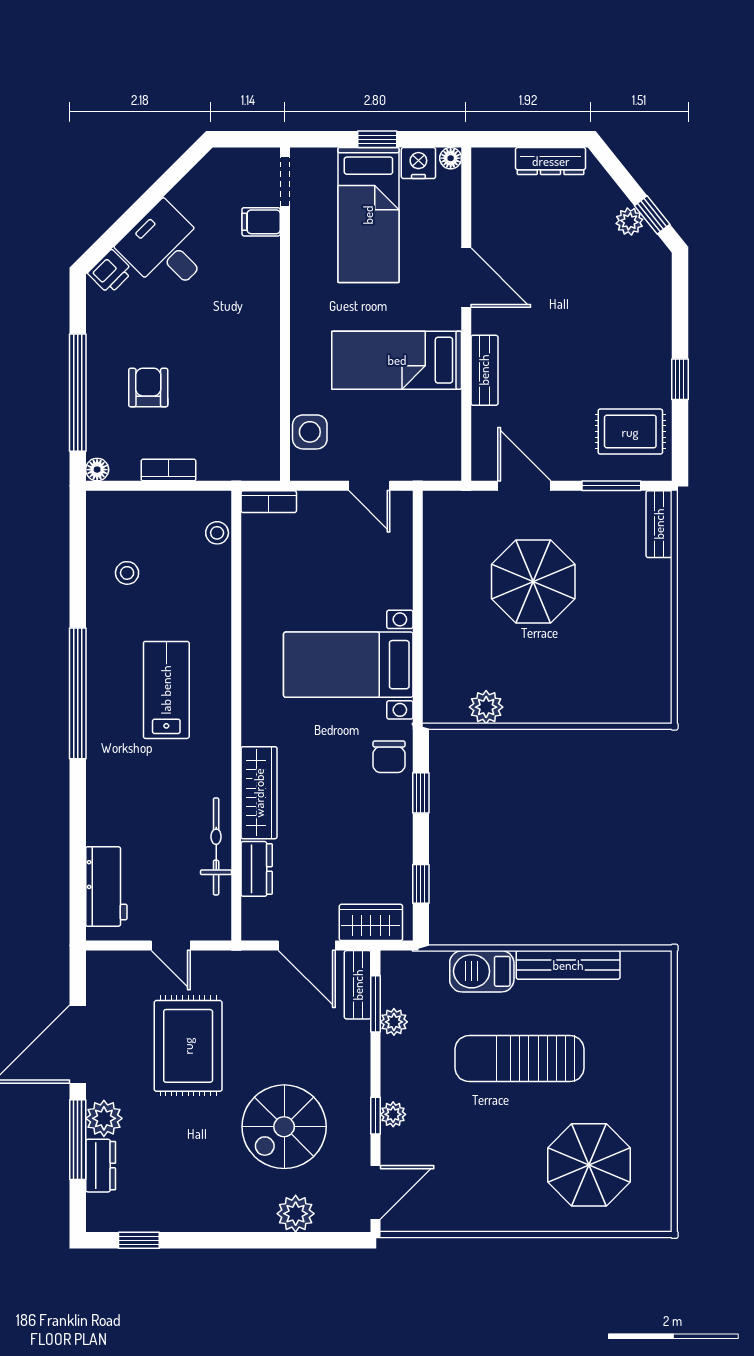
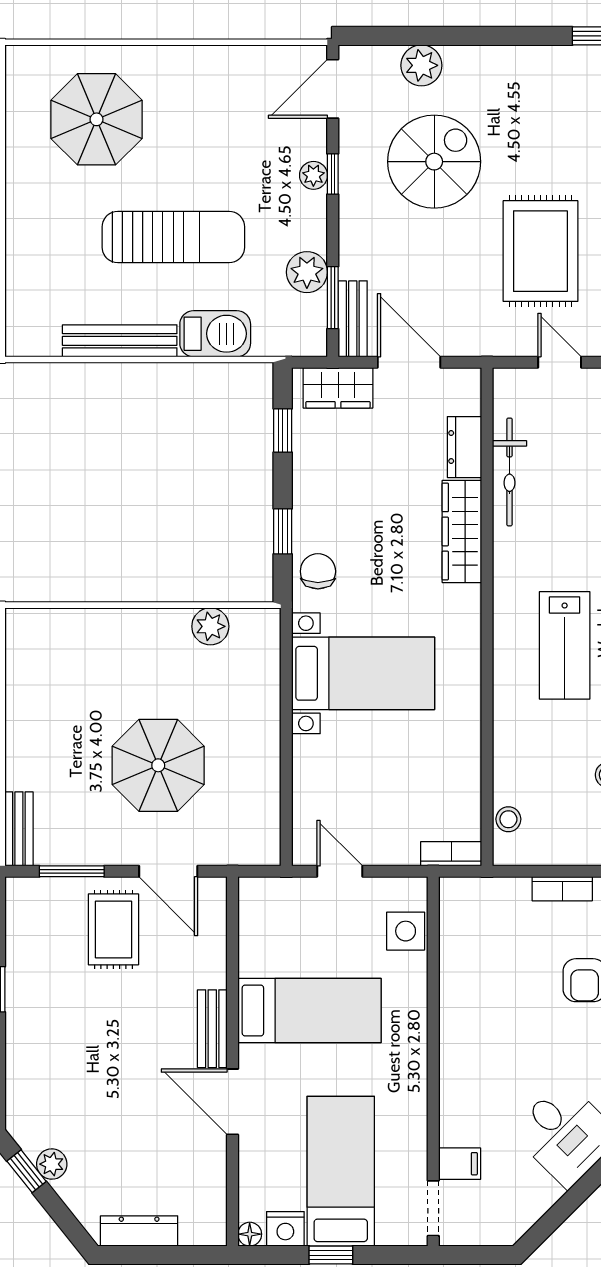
bench: (484, 370) -> (212, 1029), moved
rug: (630, 432) -> (113, 929), moved, turned 90
plant: (394, 1022) -> (307, 272), width x1.38, depth x1.38

